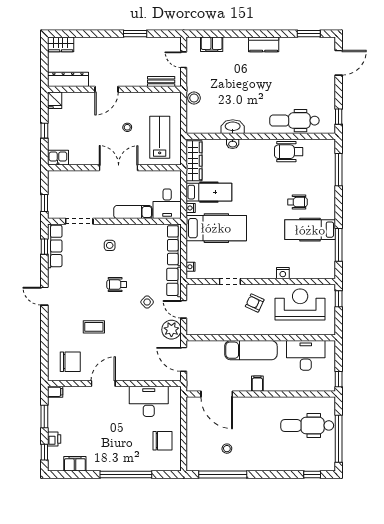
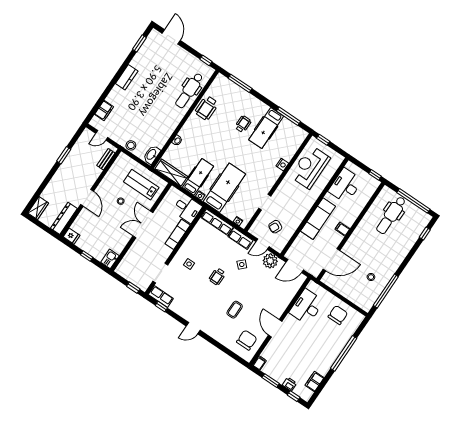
washbasin: (233, 127) -> (152, 155), moved
row of seats: (55, 246) -> (161, 296), width x0.68
armchair: (255, 303) -> (275, 227), moved

